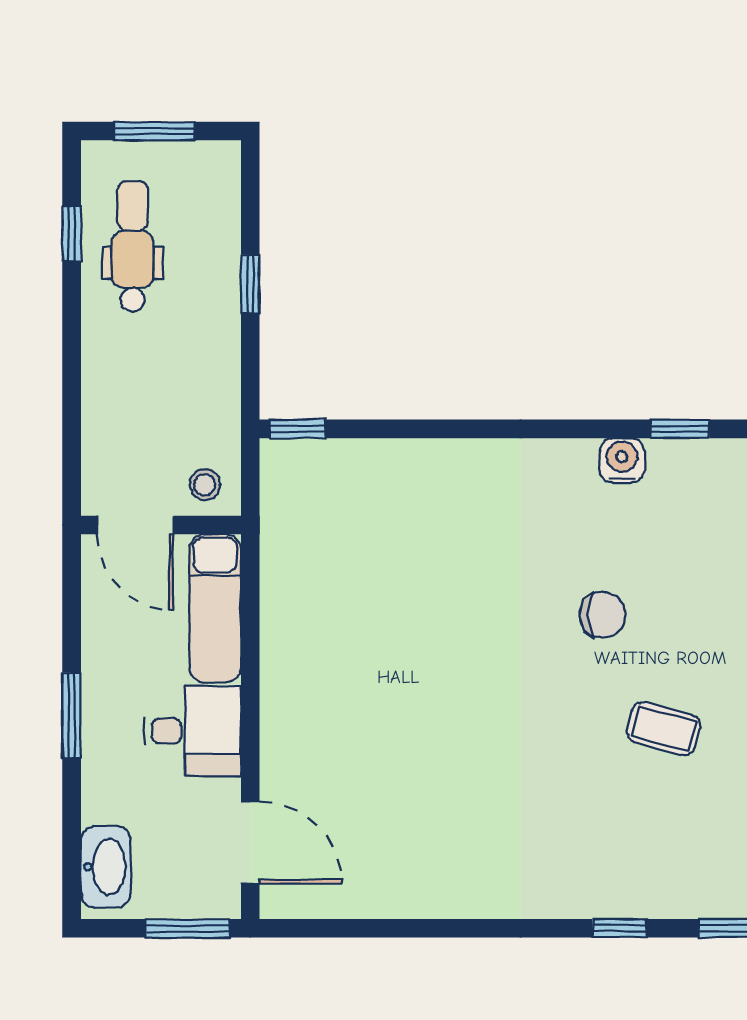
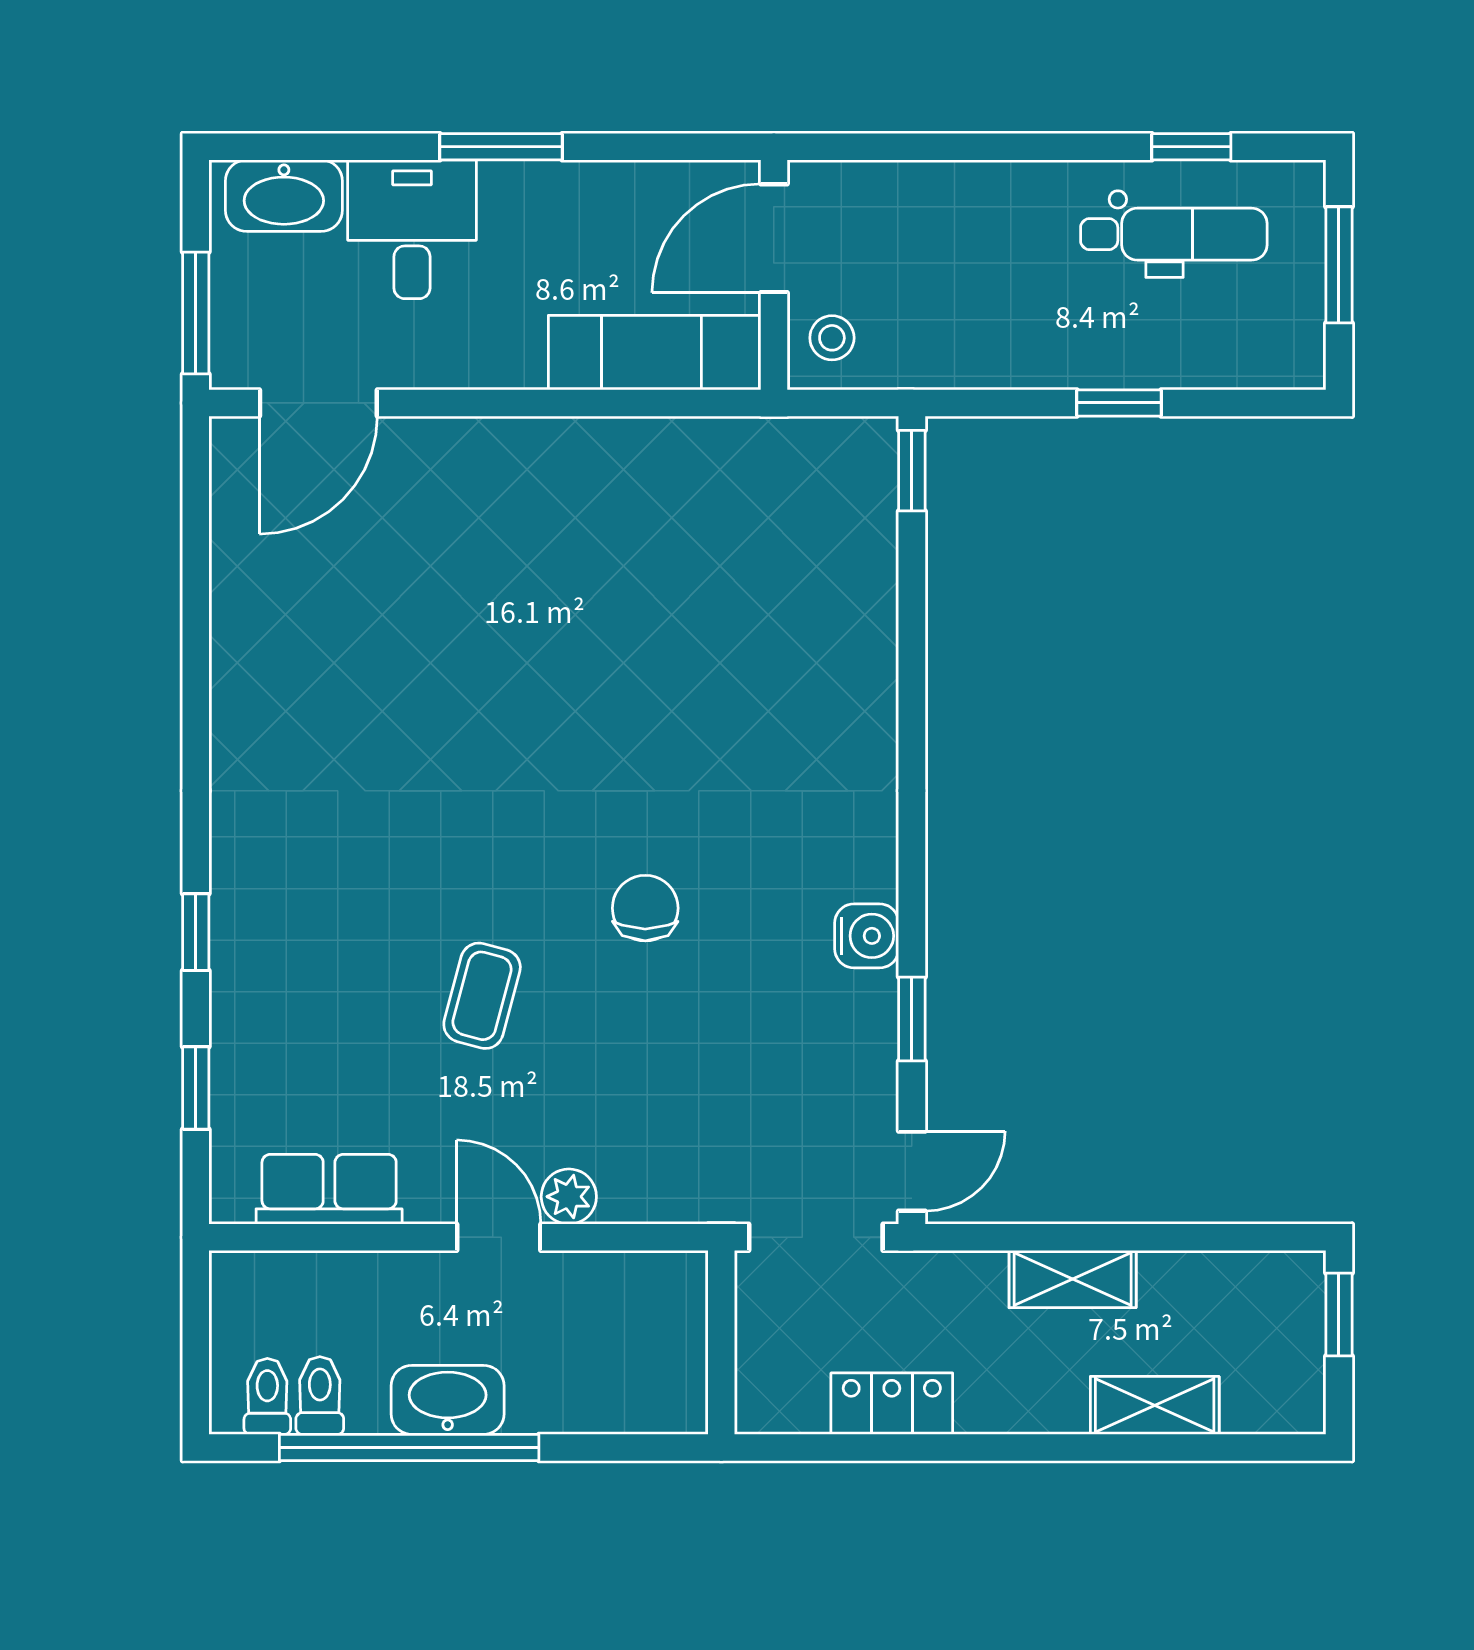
chair: (603, 615) -> (645, 908), turned 180
desk: (193, 731) -> (412, 229), moved, turned 180

